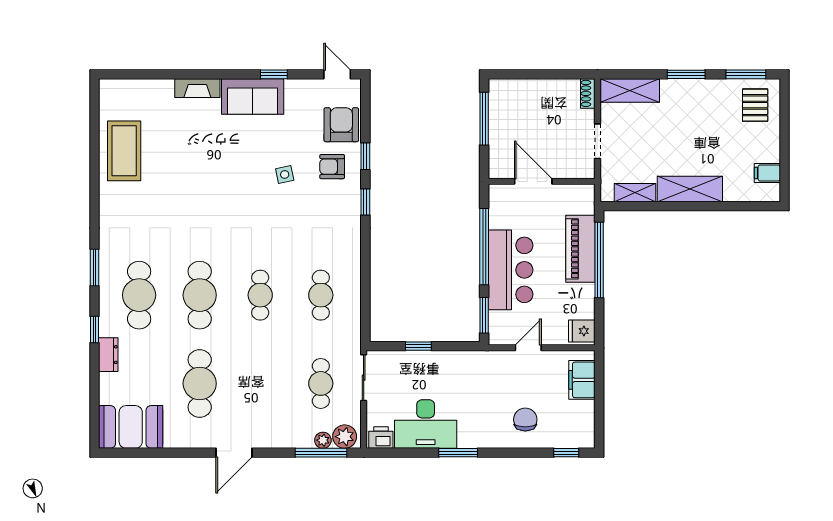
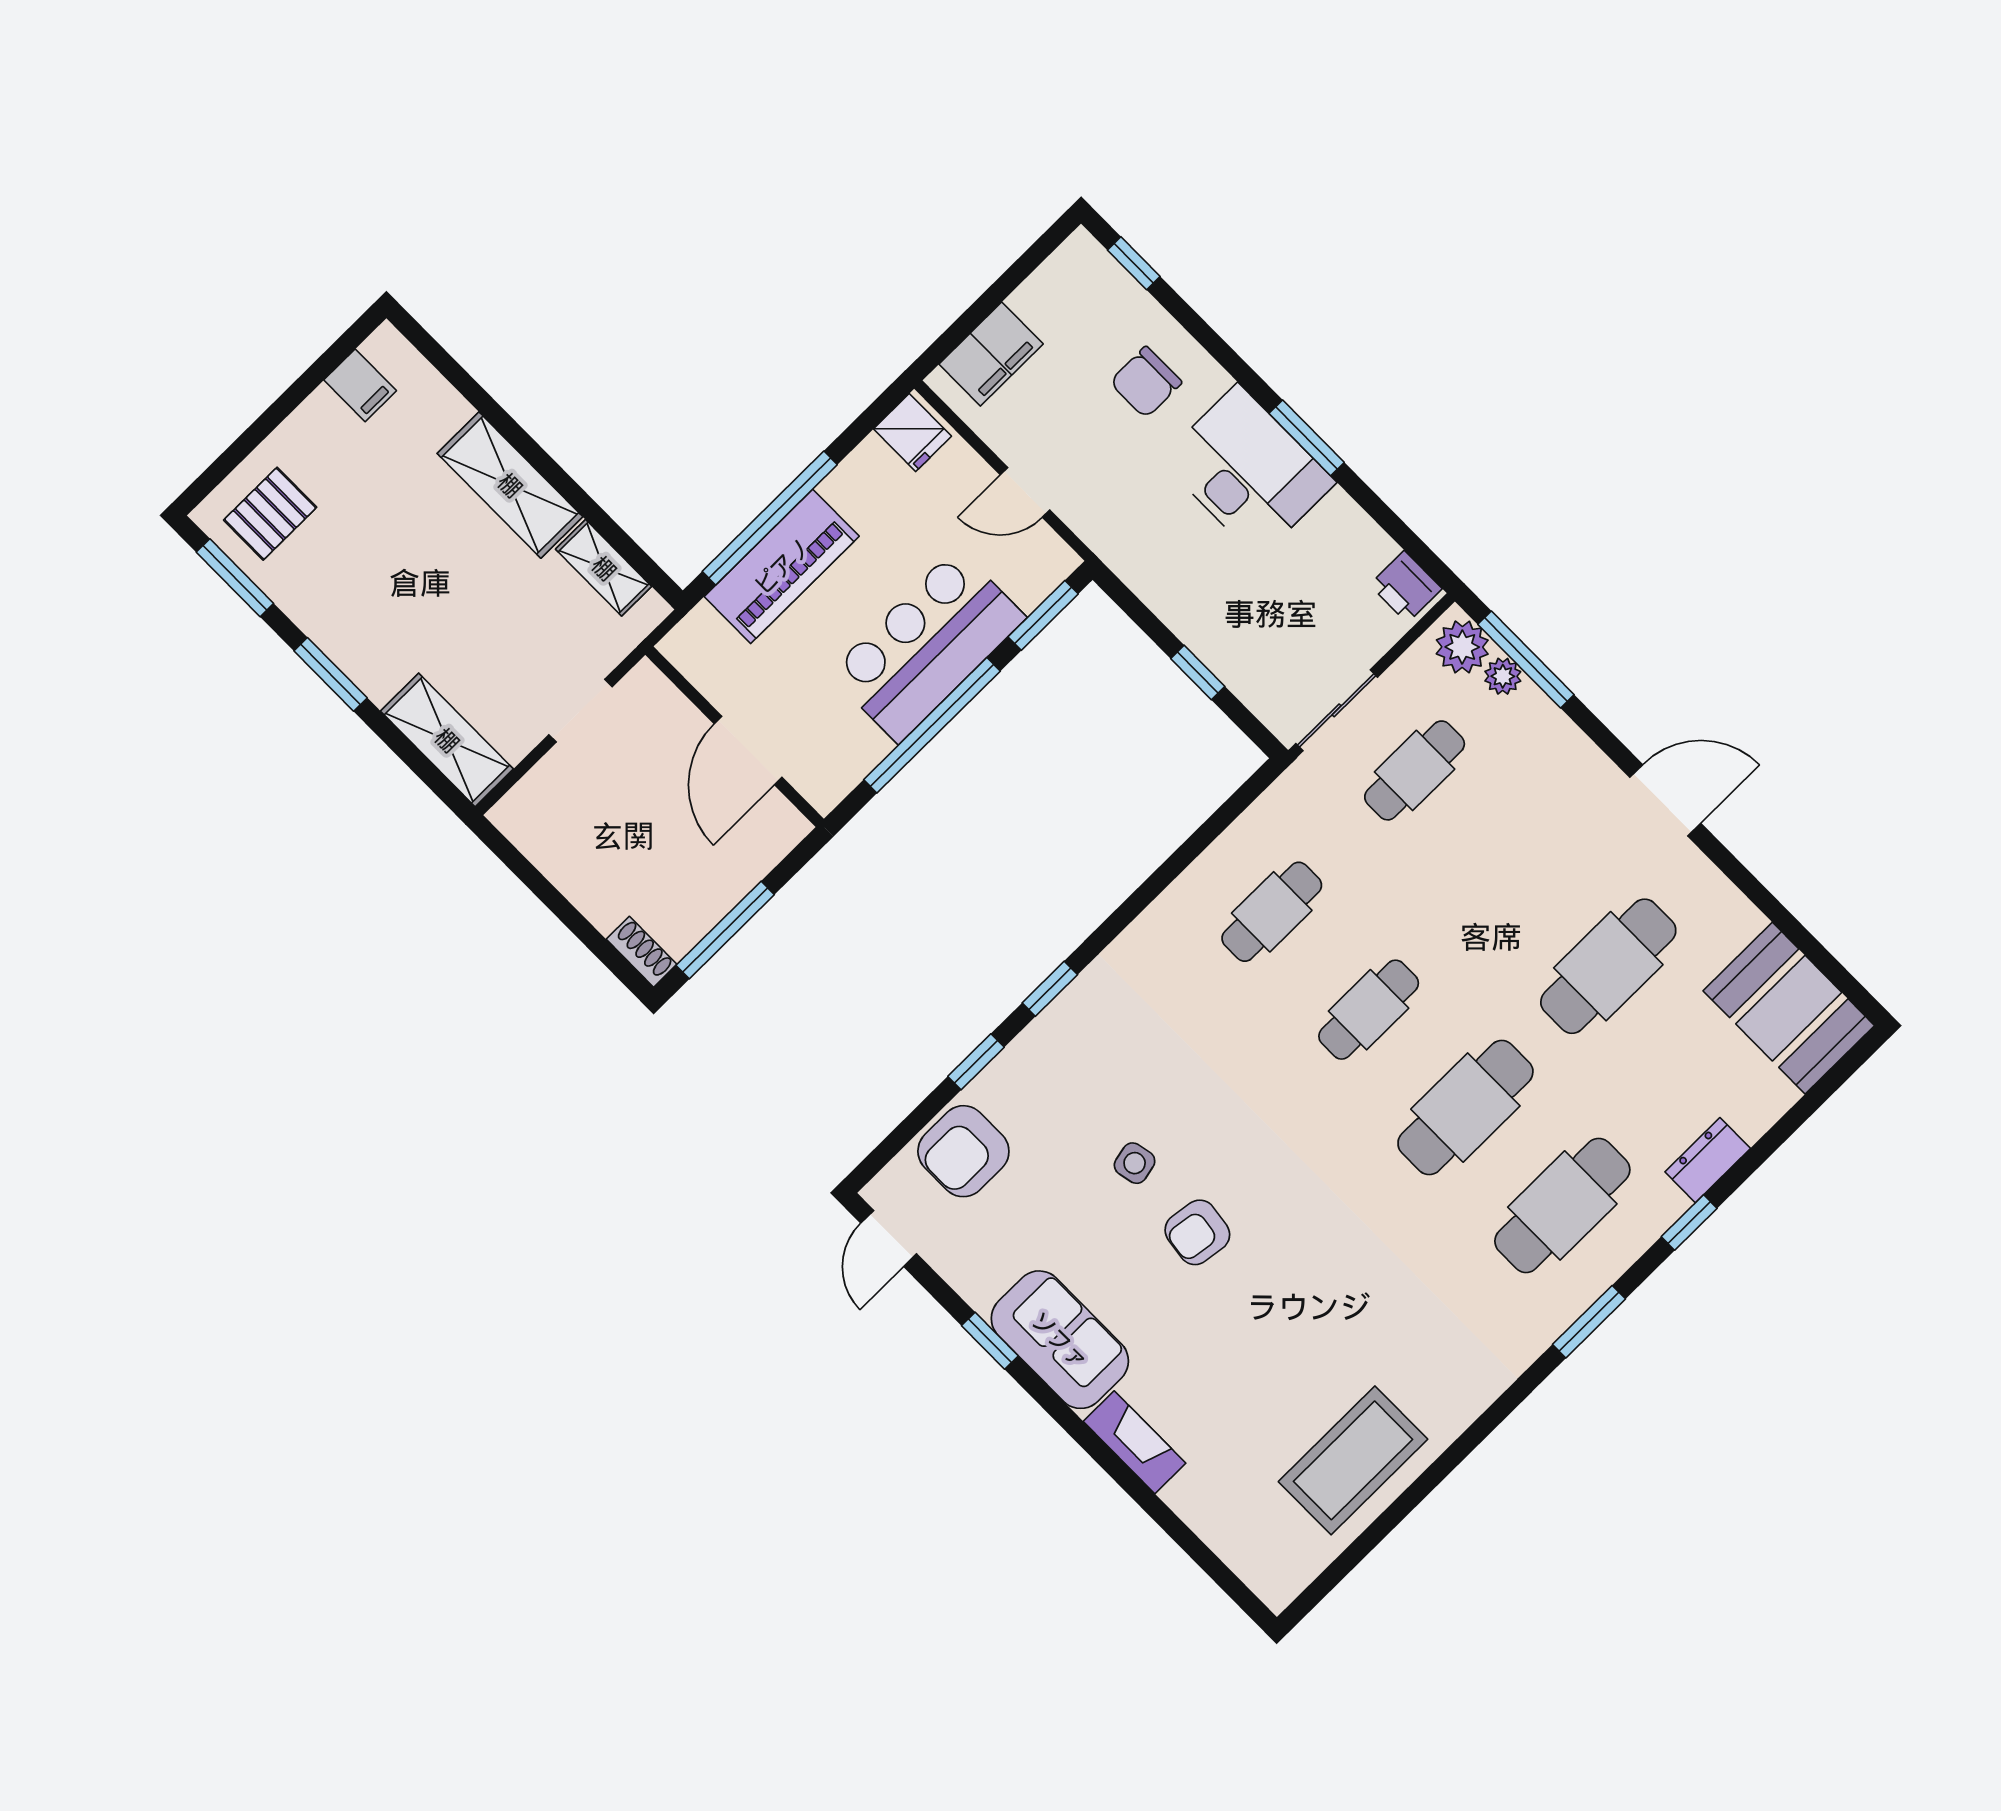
shoe rack: (588, 93) -> (642, 952), moved, turned -90
armchair: (332, 167) -> (1197, 1232), moved, turned 98
desk: (426, 424) -> (1248, 471), moved

